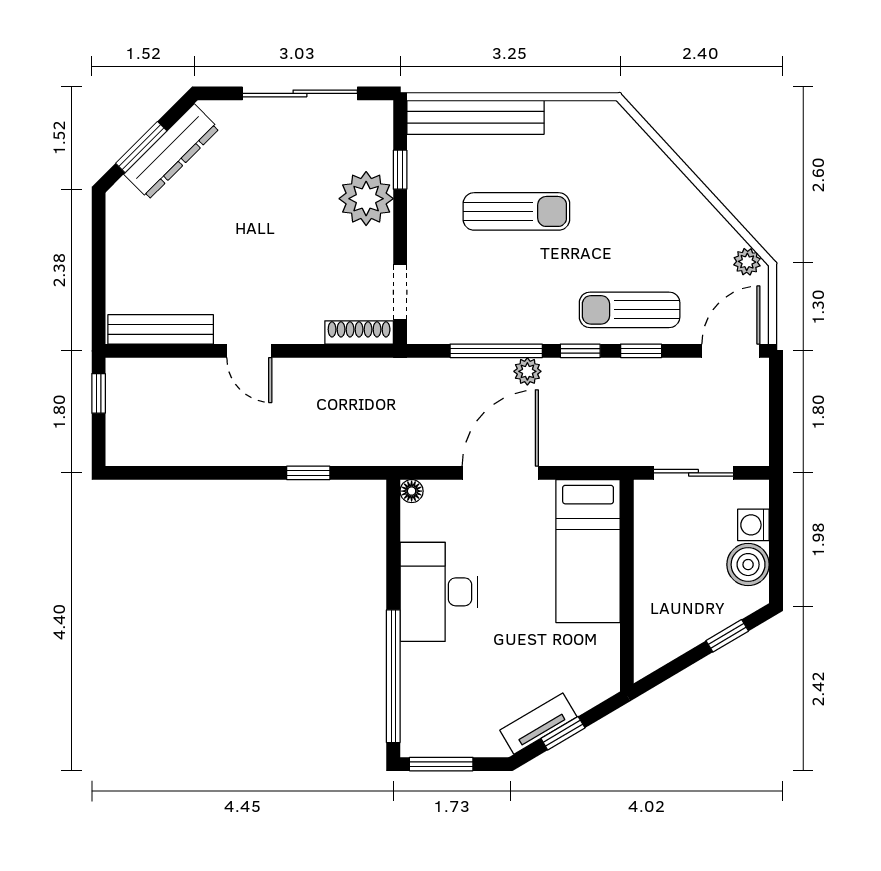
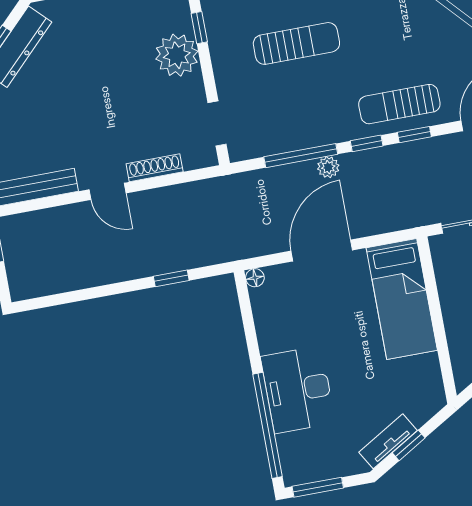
shoe rack: (359, 332) -> (155, 168), moved
desk: (439, 592) -> (298, 390), moved

